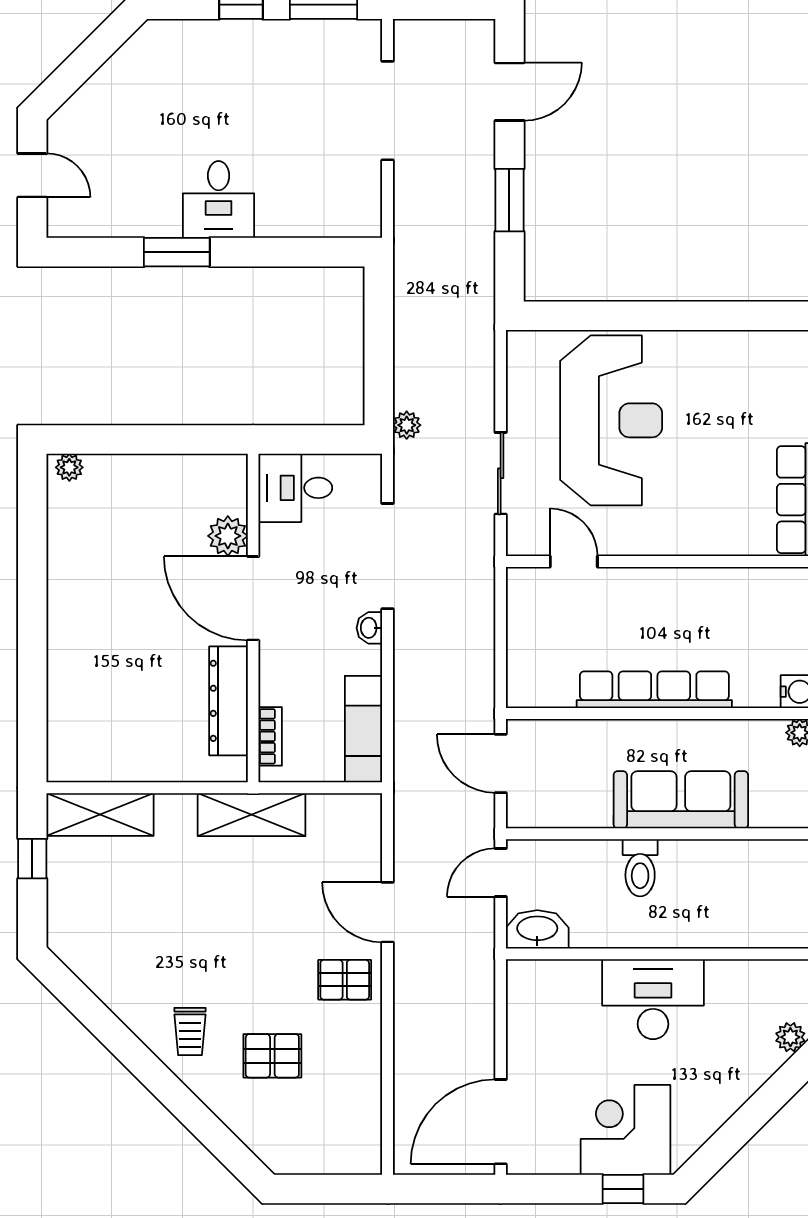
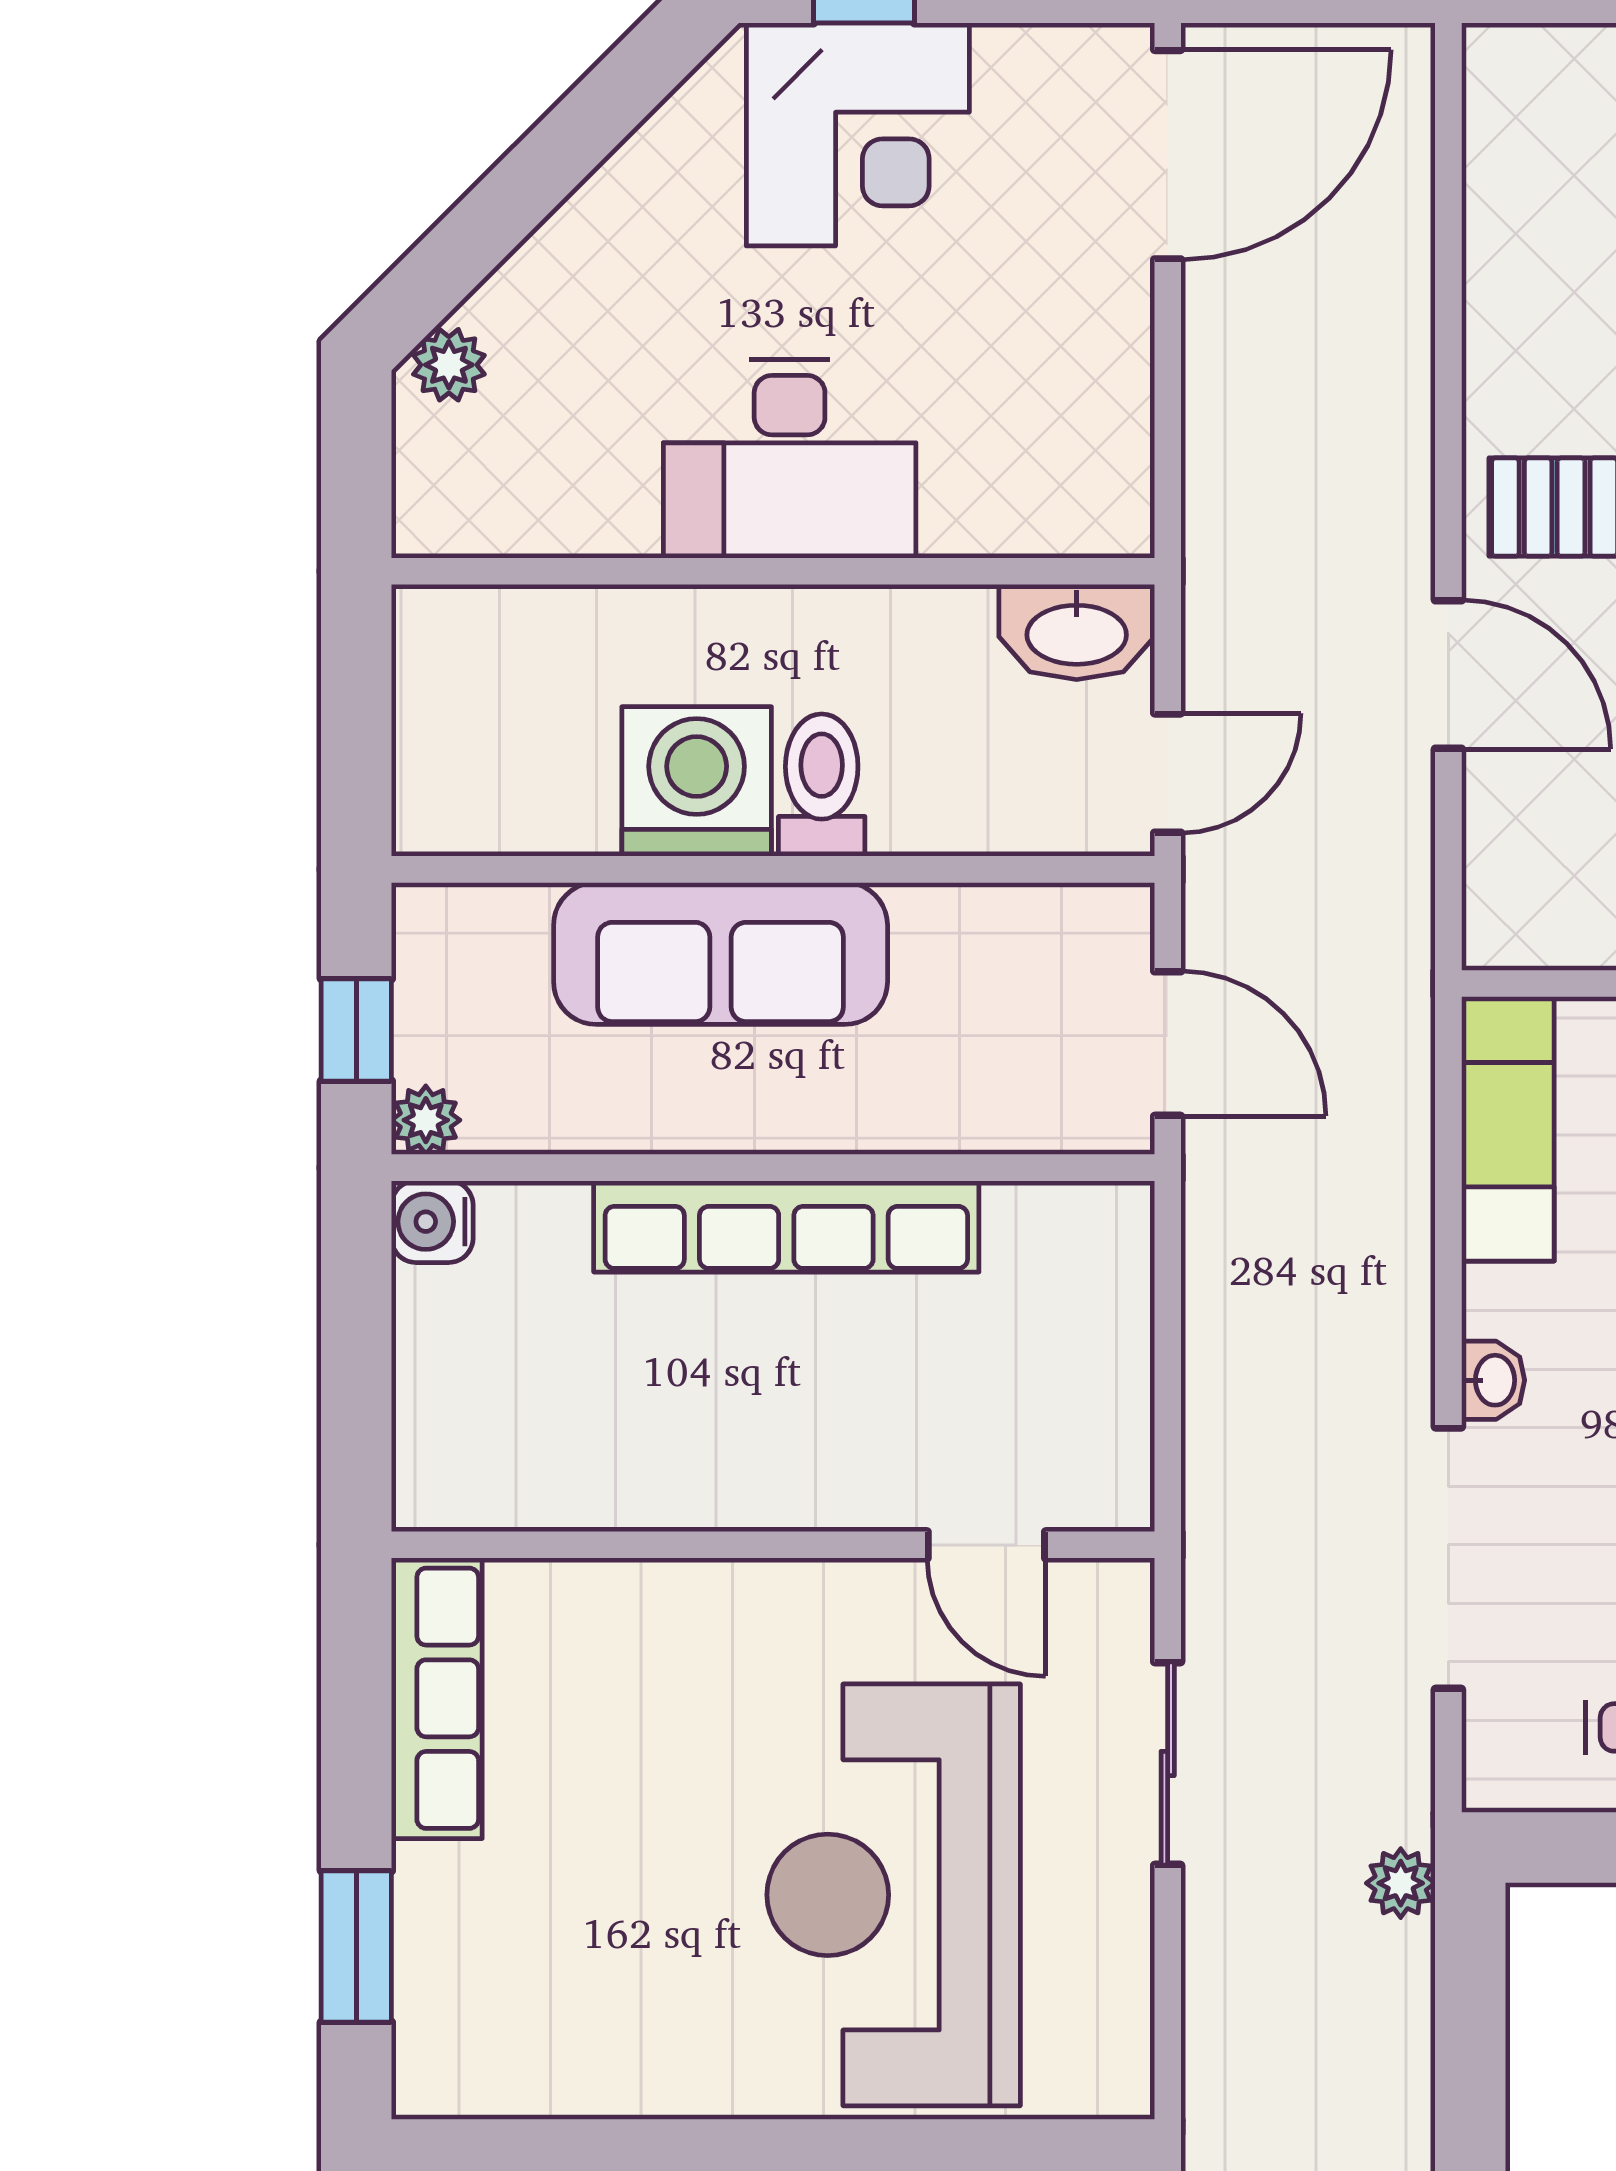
washing machine: (691, 869) -> (697, 781), added

